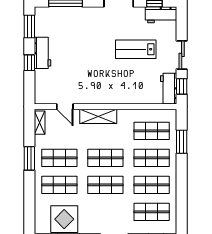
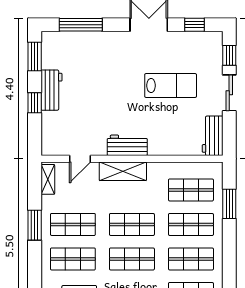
workbench: (161, 15) -> (127, 145), moved, turned 180
lab bench: (136, 49) -> (171, 86), turned 180
window: (182, 86) -> (229, 55), moved
door: (65, 107) -> (80, 159), hinge flipped

